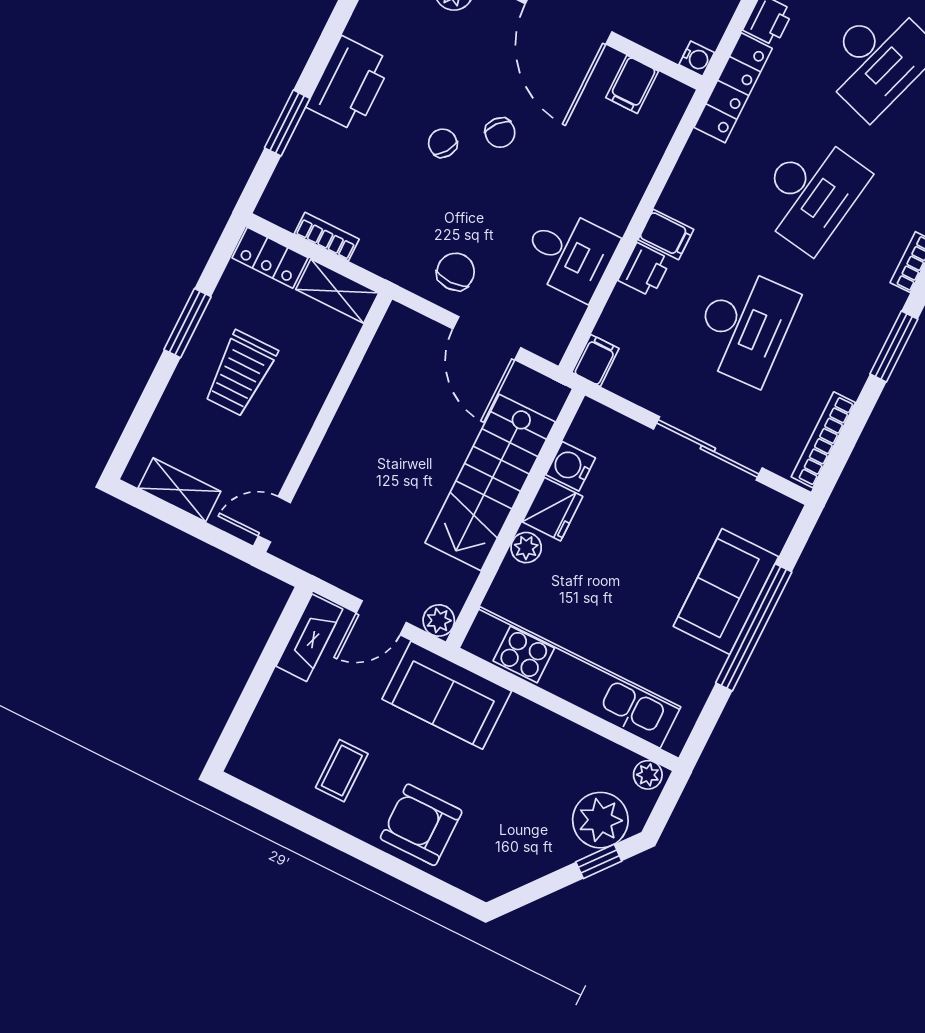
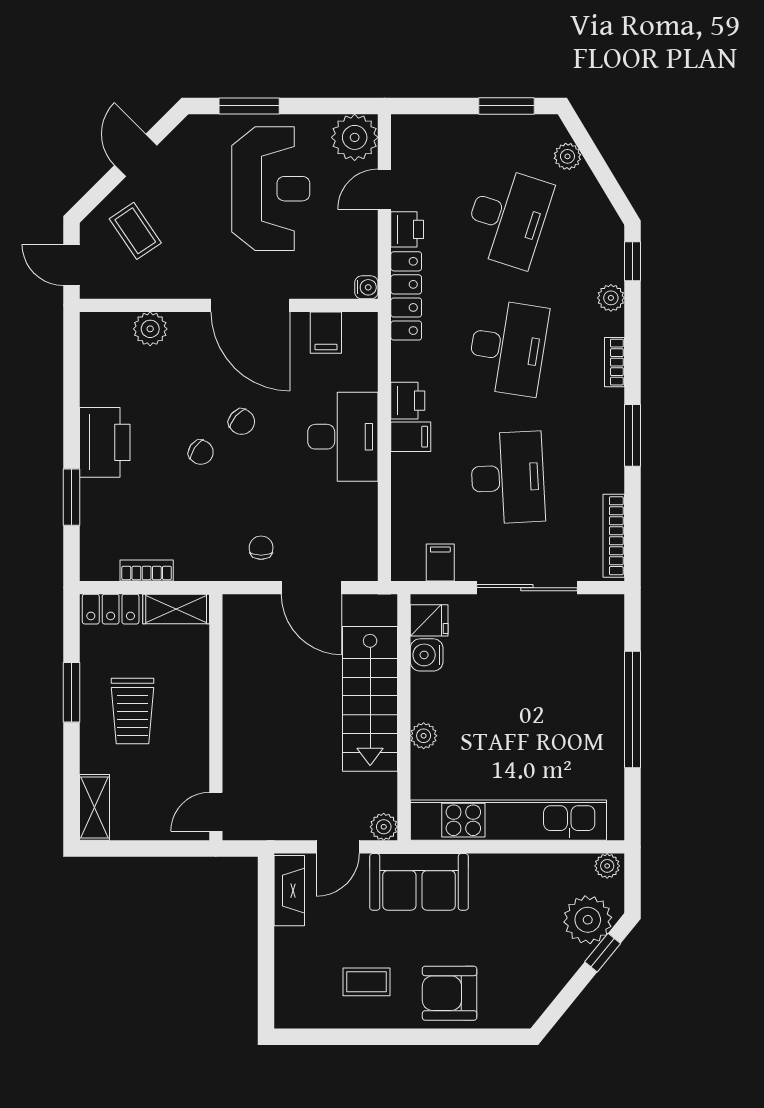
chair: (443, 143) -> (201, 452), turned 180
desk: (569, 254) -> (343, 437), moved, width x1.37
printer: (644, 270) -> (408, 401), moved
chair: (456, 272) -> (261, 548), width x0.73, depth x0.73
filing cabinet: (595, 360) -> (440, 562), moved
shelving: (179, 490) -> (95, 807), moved, turned 90
fridge: (552, 509) -> (429, 620), moved, width x0.72
sofa: (726, 592) -> (597, 692), removed
coffee table: (342, 771) -> (366, 982), turned 90

